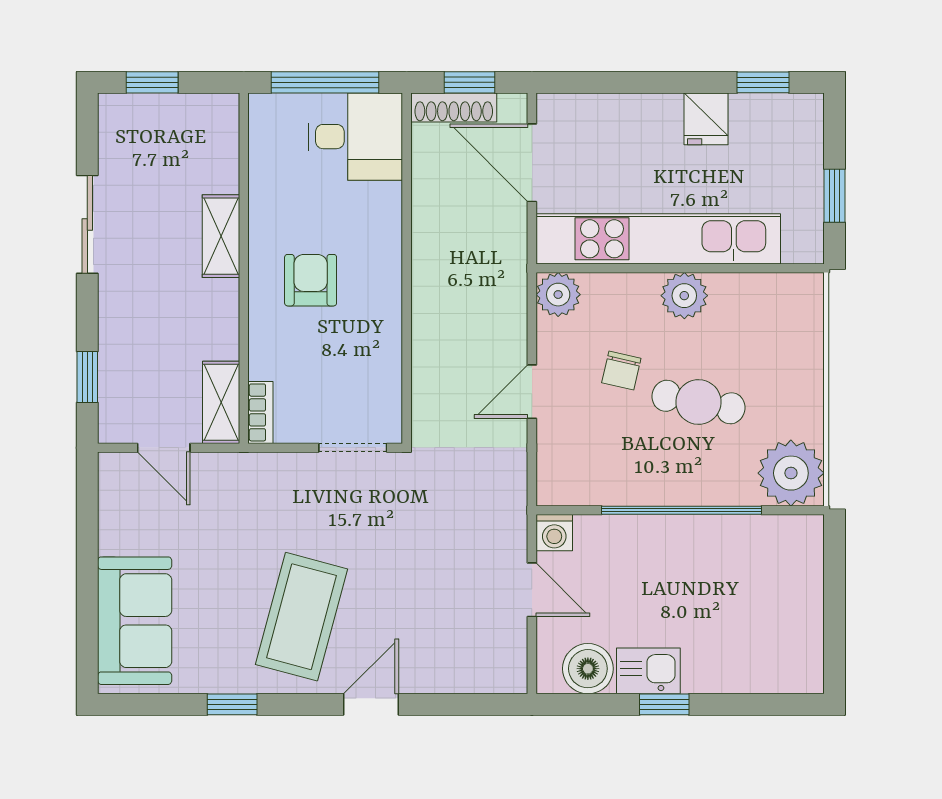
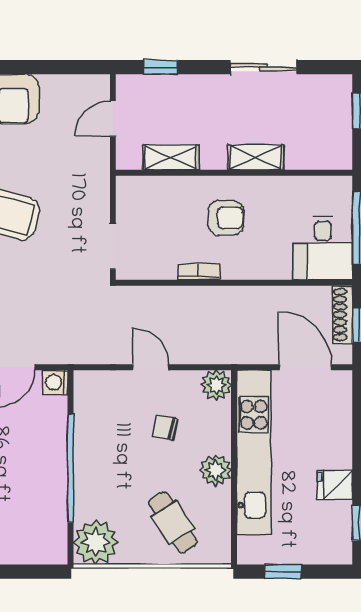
door: (532, 163) -> (305, 367), hinge flipped
shelving: (221, 402) -> (171, 157), moved
cafe table: (698, 402) -> (173, 522), moved, turned -43
bookcase: (260, 412) -> (199, 271), moved, turned 180

